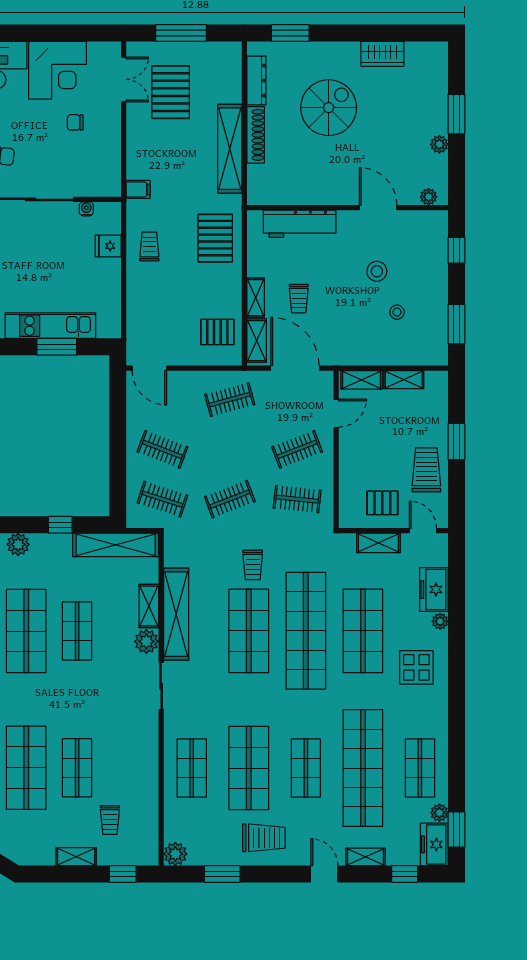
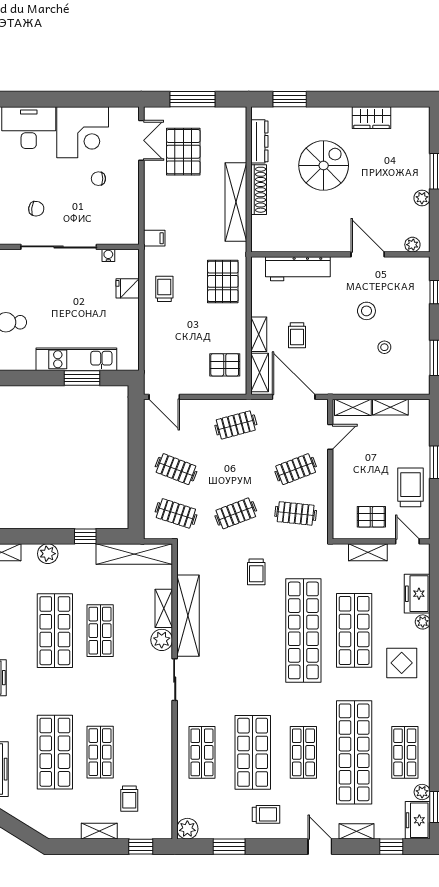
shop shelf: (249, 631) -> (253, 630), removed
trolley: (264, 838) -> (266, 814), width x0.73, depth x0.72

